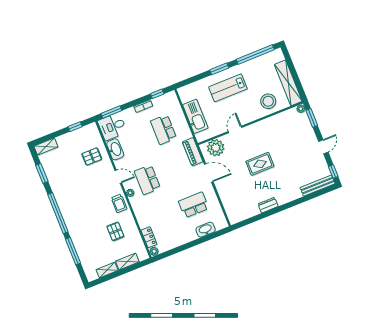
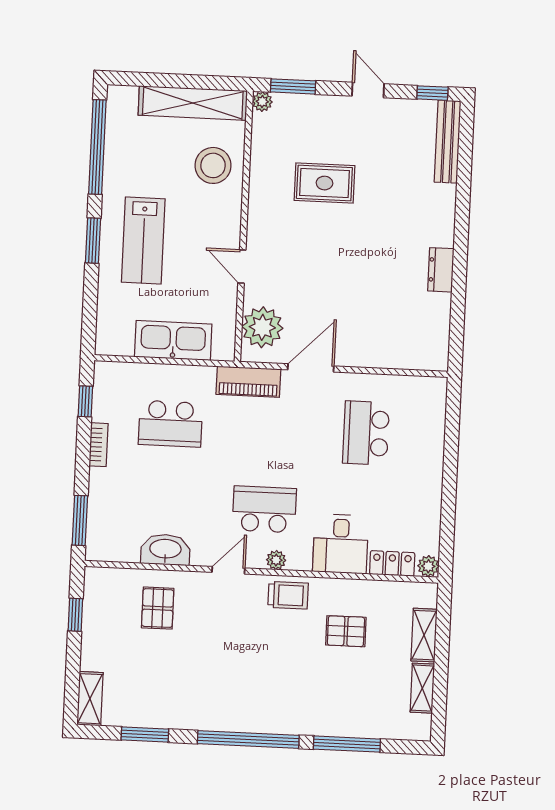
desk: (112, 127) -> (341, 544), moved
rug: (260, 164) -> (324, 183), moved, turned 90
school desk: (147, 180) -> (264, 509), turned 180
washbasin: (206, 230) -> (432, 431), removed

